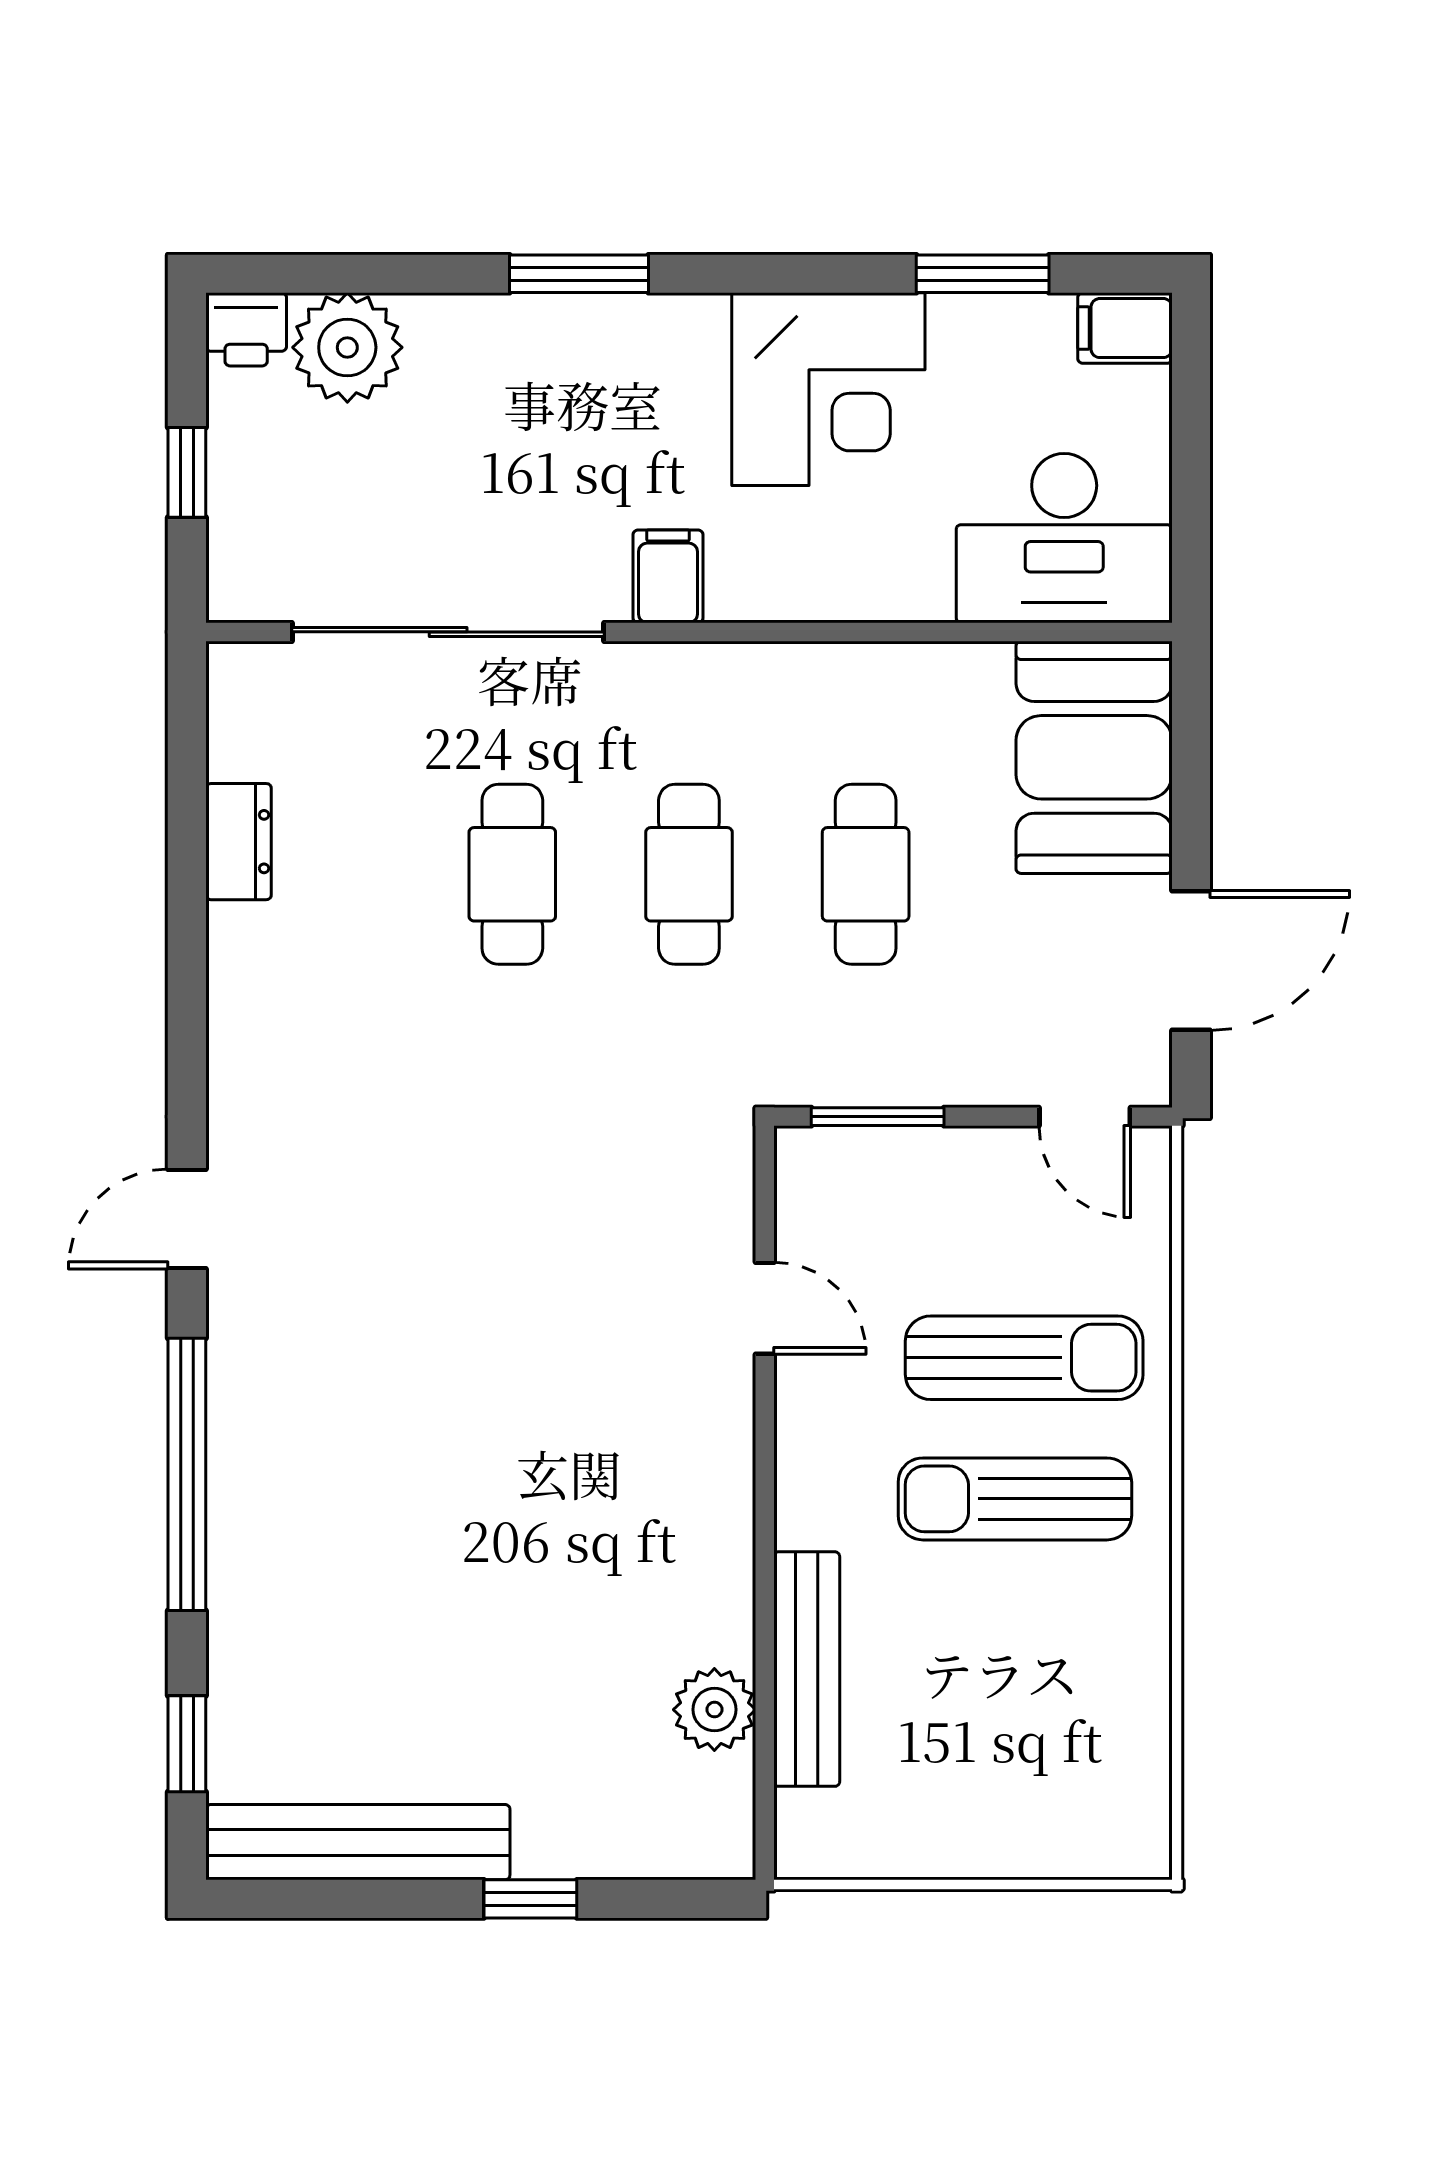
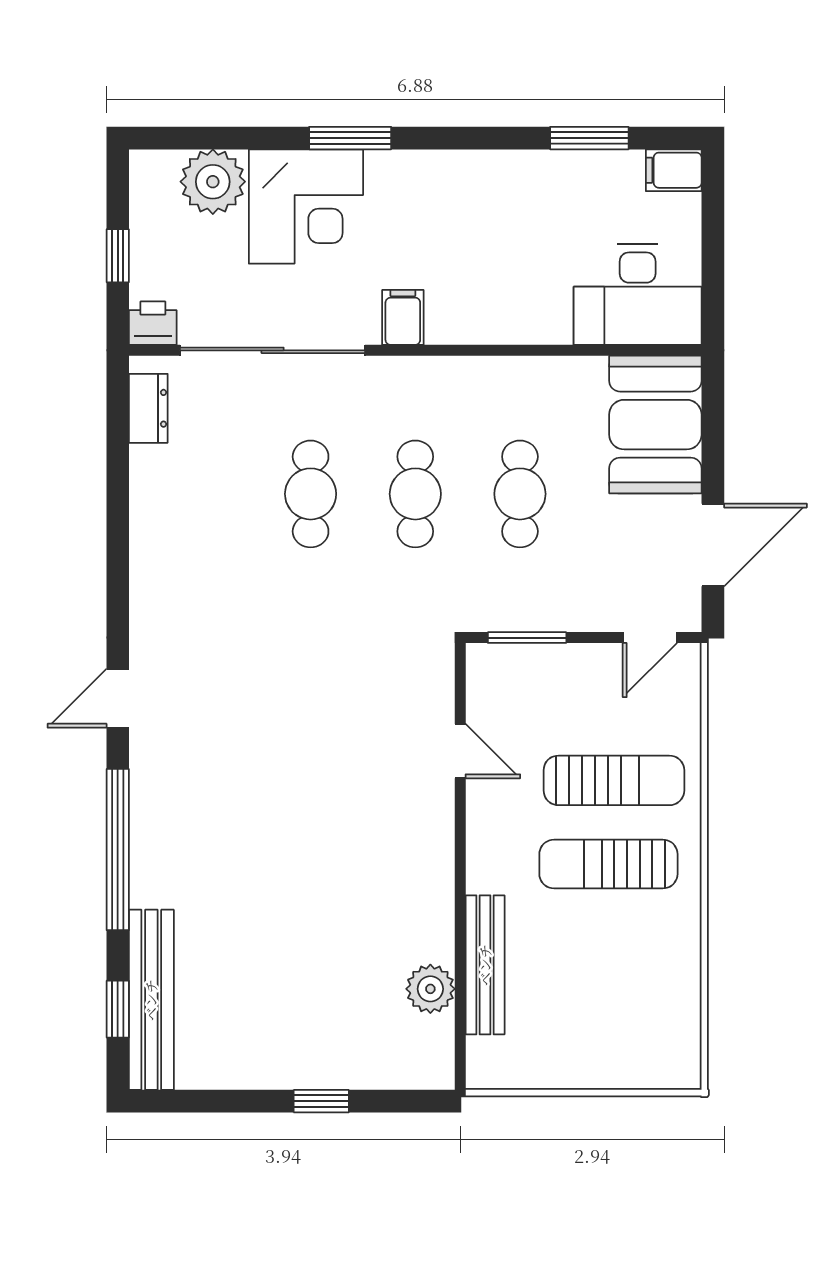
printer: (246, 329) -> (153, 323), moved, turned 180
corner desk: (828, 389) -> (306, 206), moved
dresser: (239, 842) -> (148, 408), moved
door: (1085, 1117) -> (650, 638), hinge flipped
bench: (358, 1842) -> (151, 1000), moved, turned 90

